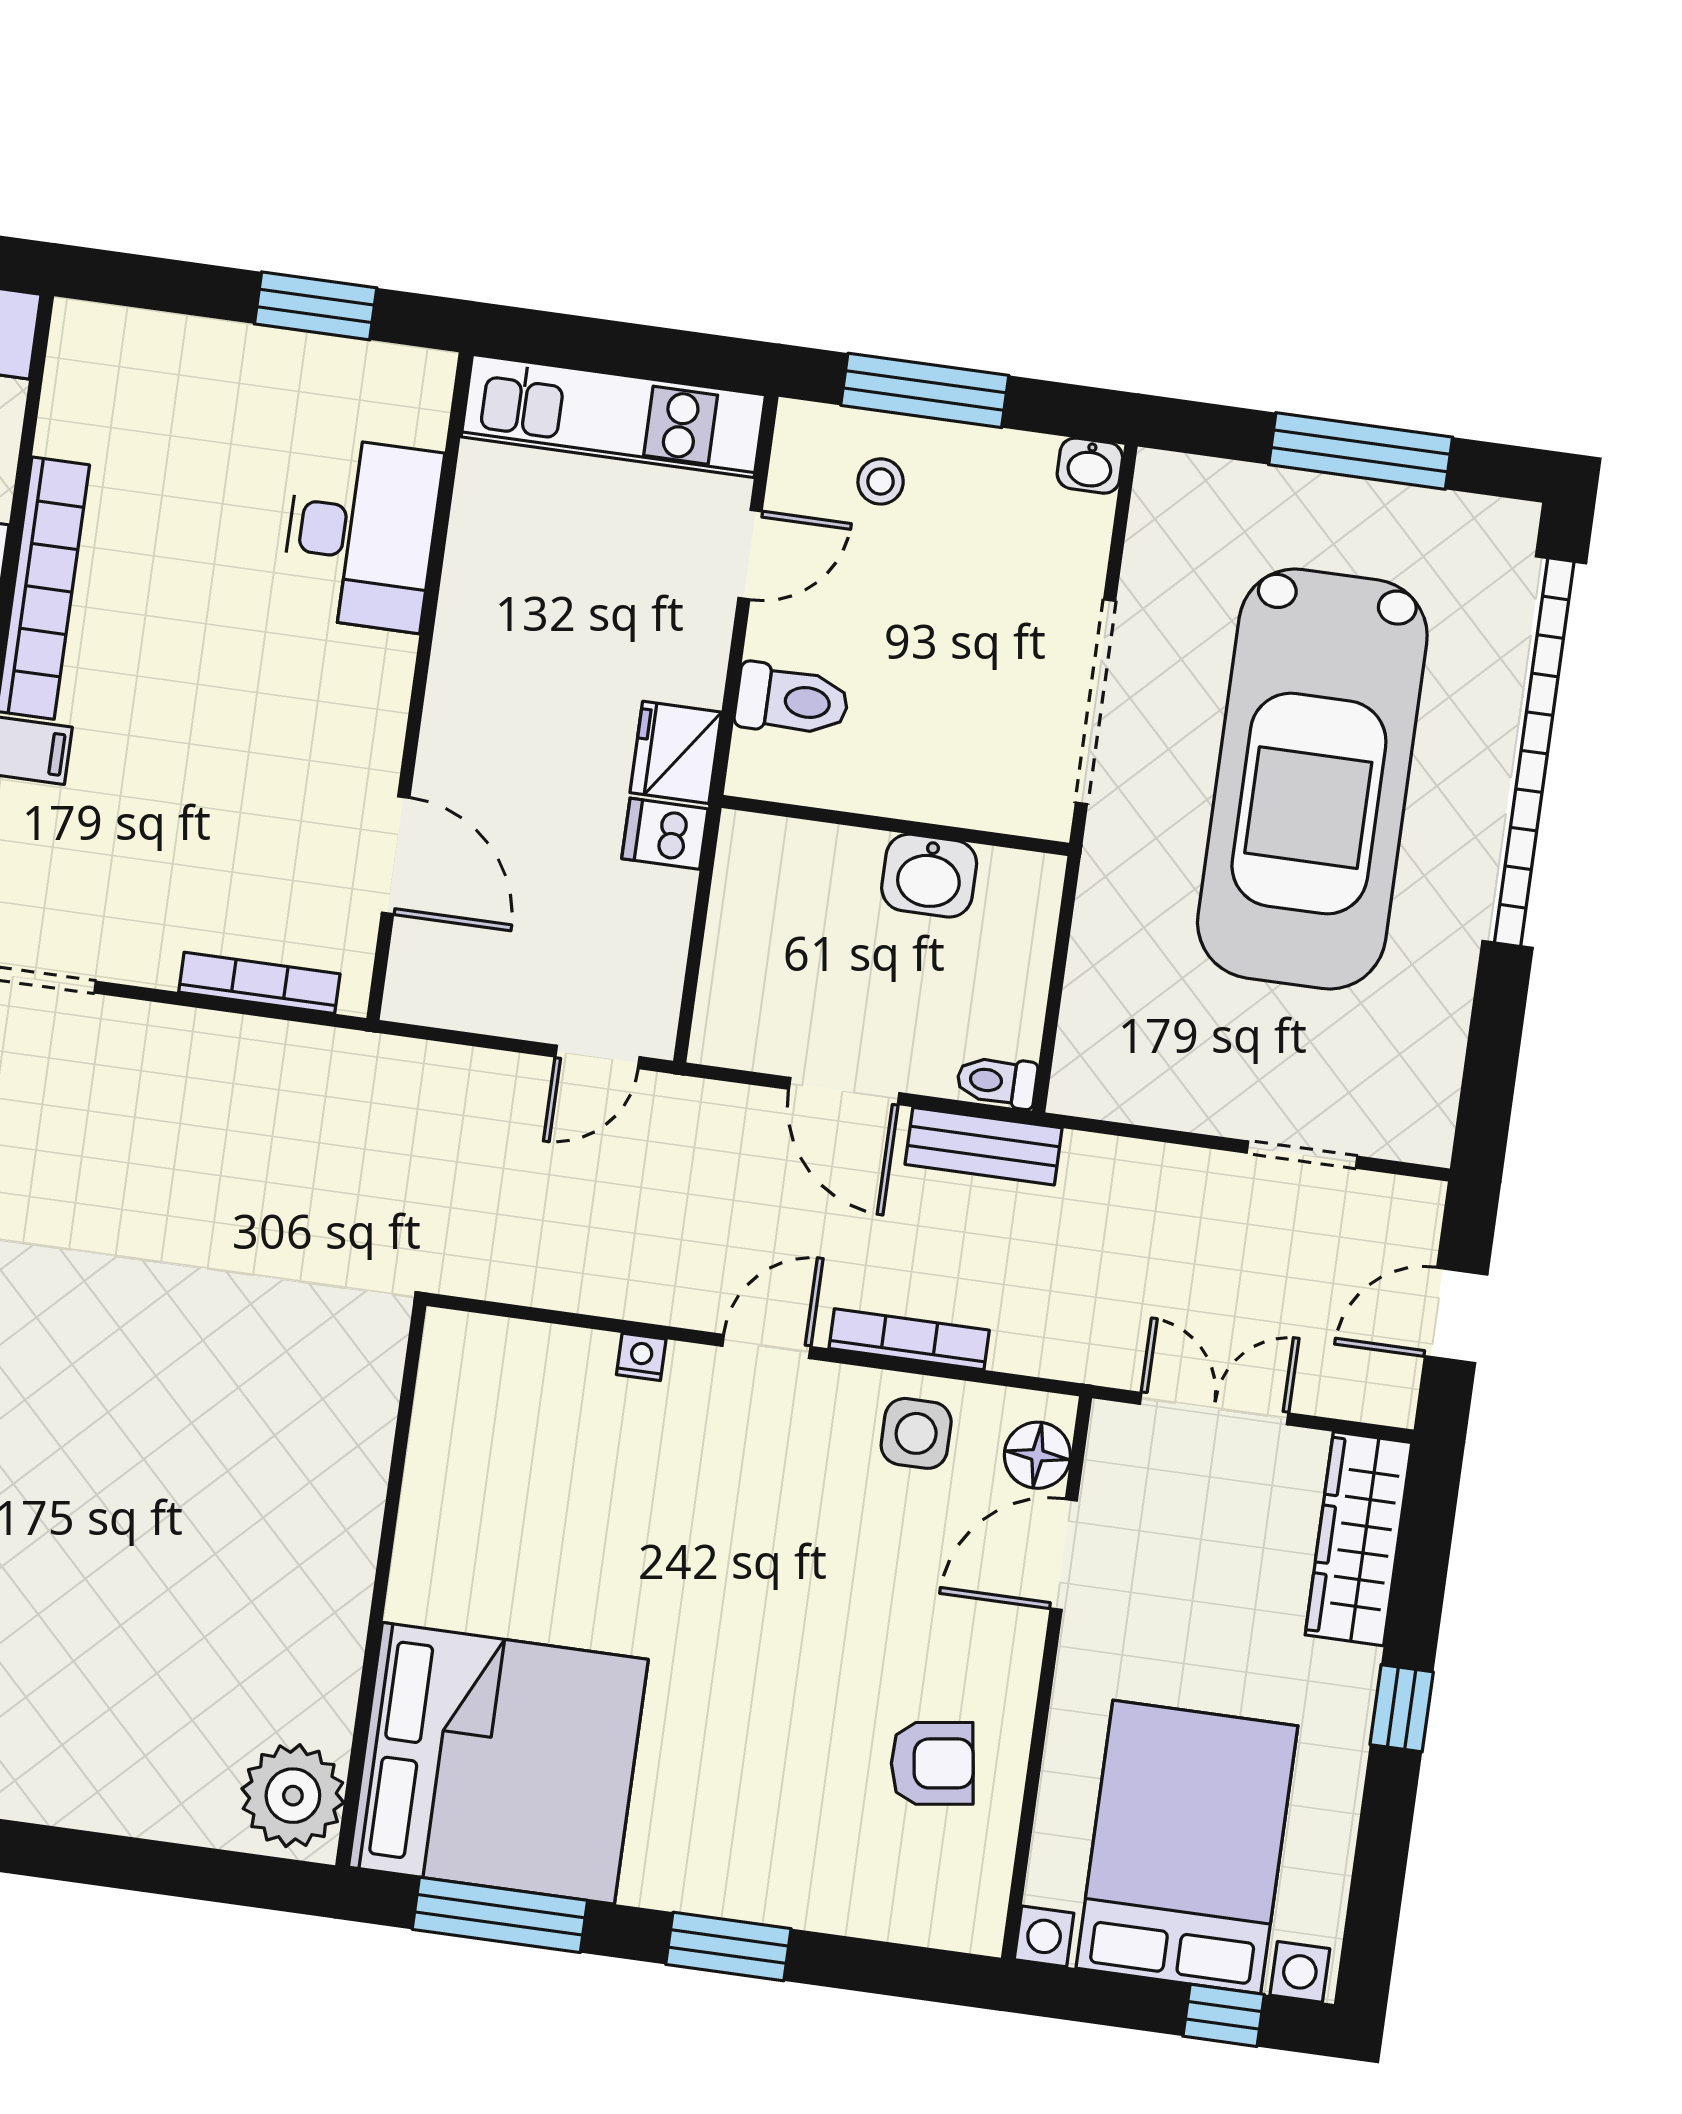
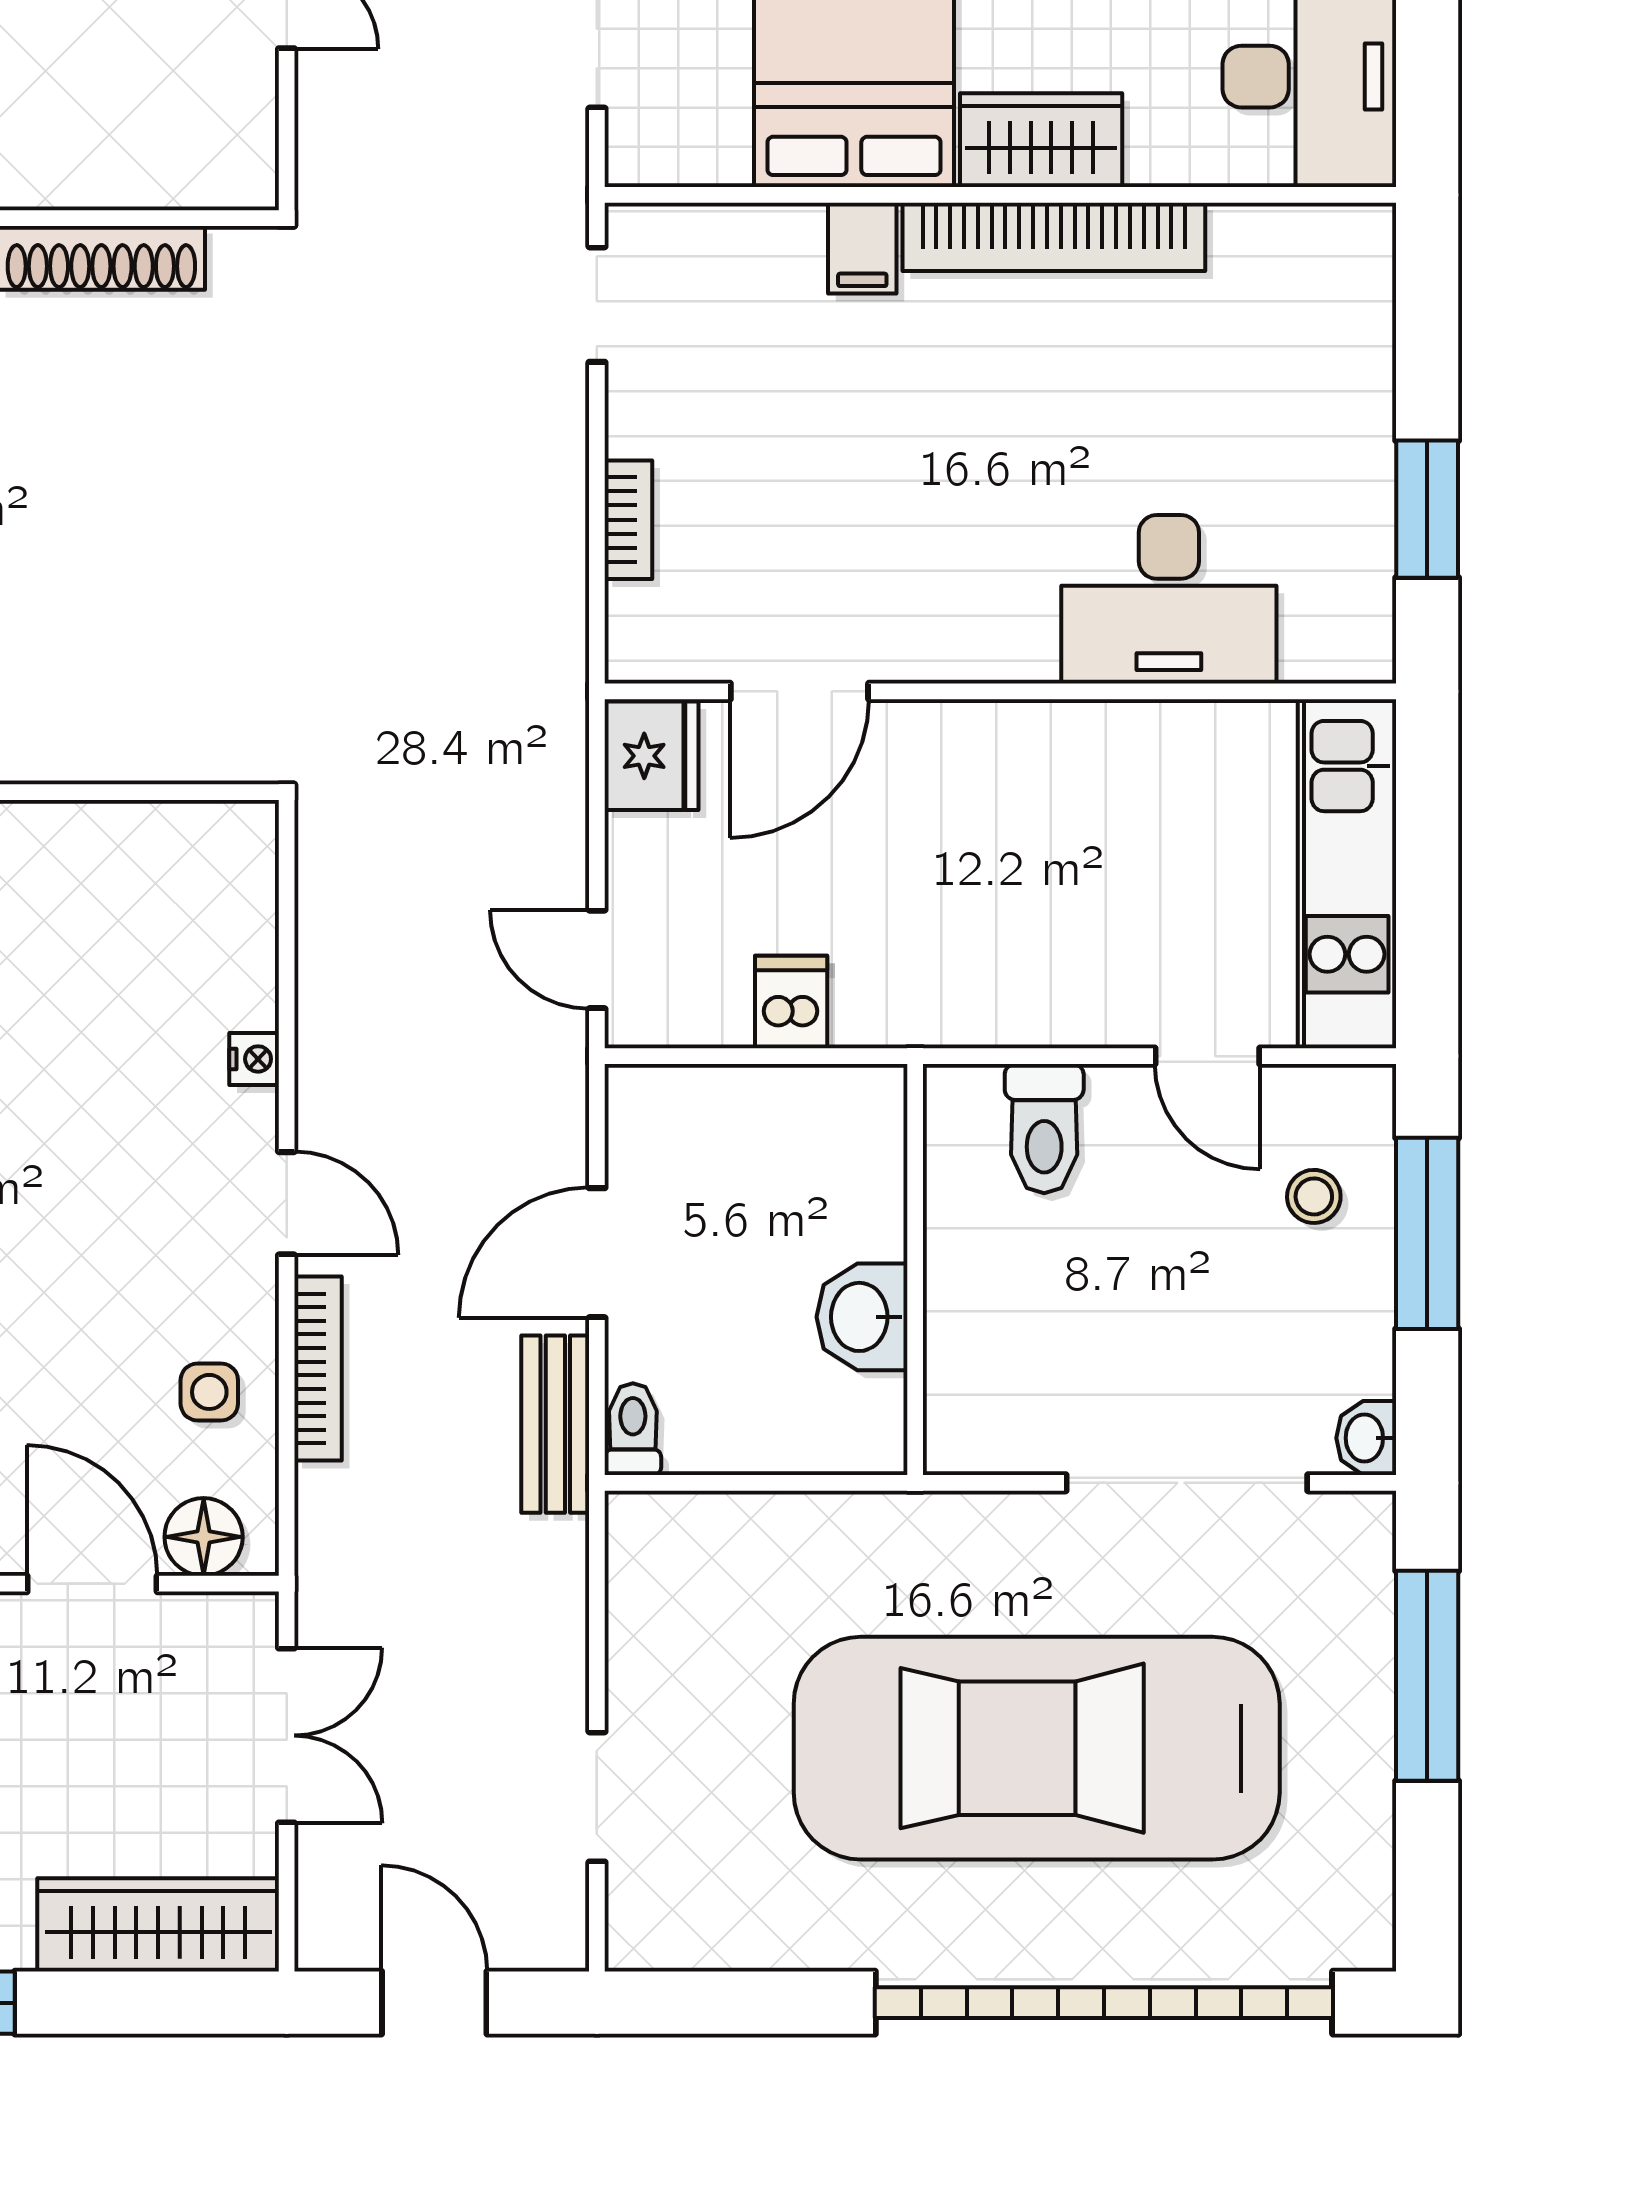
window: (1361, 451) -> (1427, 1676), moved
doorway: (1096, 702) -> (1187, 1483), moved
fridge: (676, 752) -> (652, 756), moved, turned 90
dishwasher: (665, 834) -> (791, 1002), moved
bookcase: (259, 983) -> (628, 520), width x0.64
side table: (916, 1433) -> (209, 1392), width x0.73, depth x0.73

